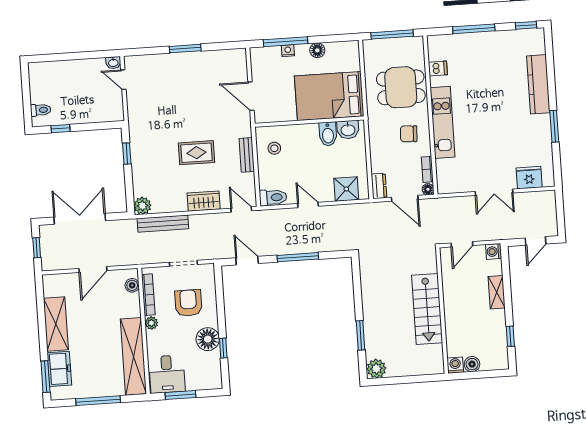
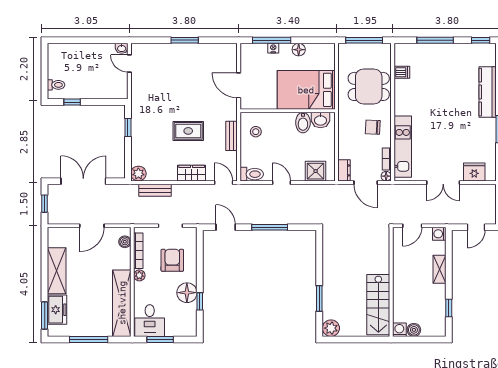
kitchen unit: (443, 122) -> (403, 147), moved
bench: (163, 224) -> (155, 190), width x0.73
stairs: (427, 309) -> (378, 305), moved

